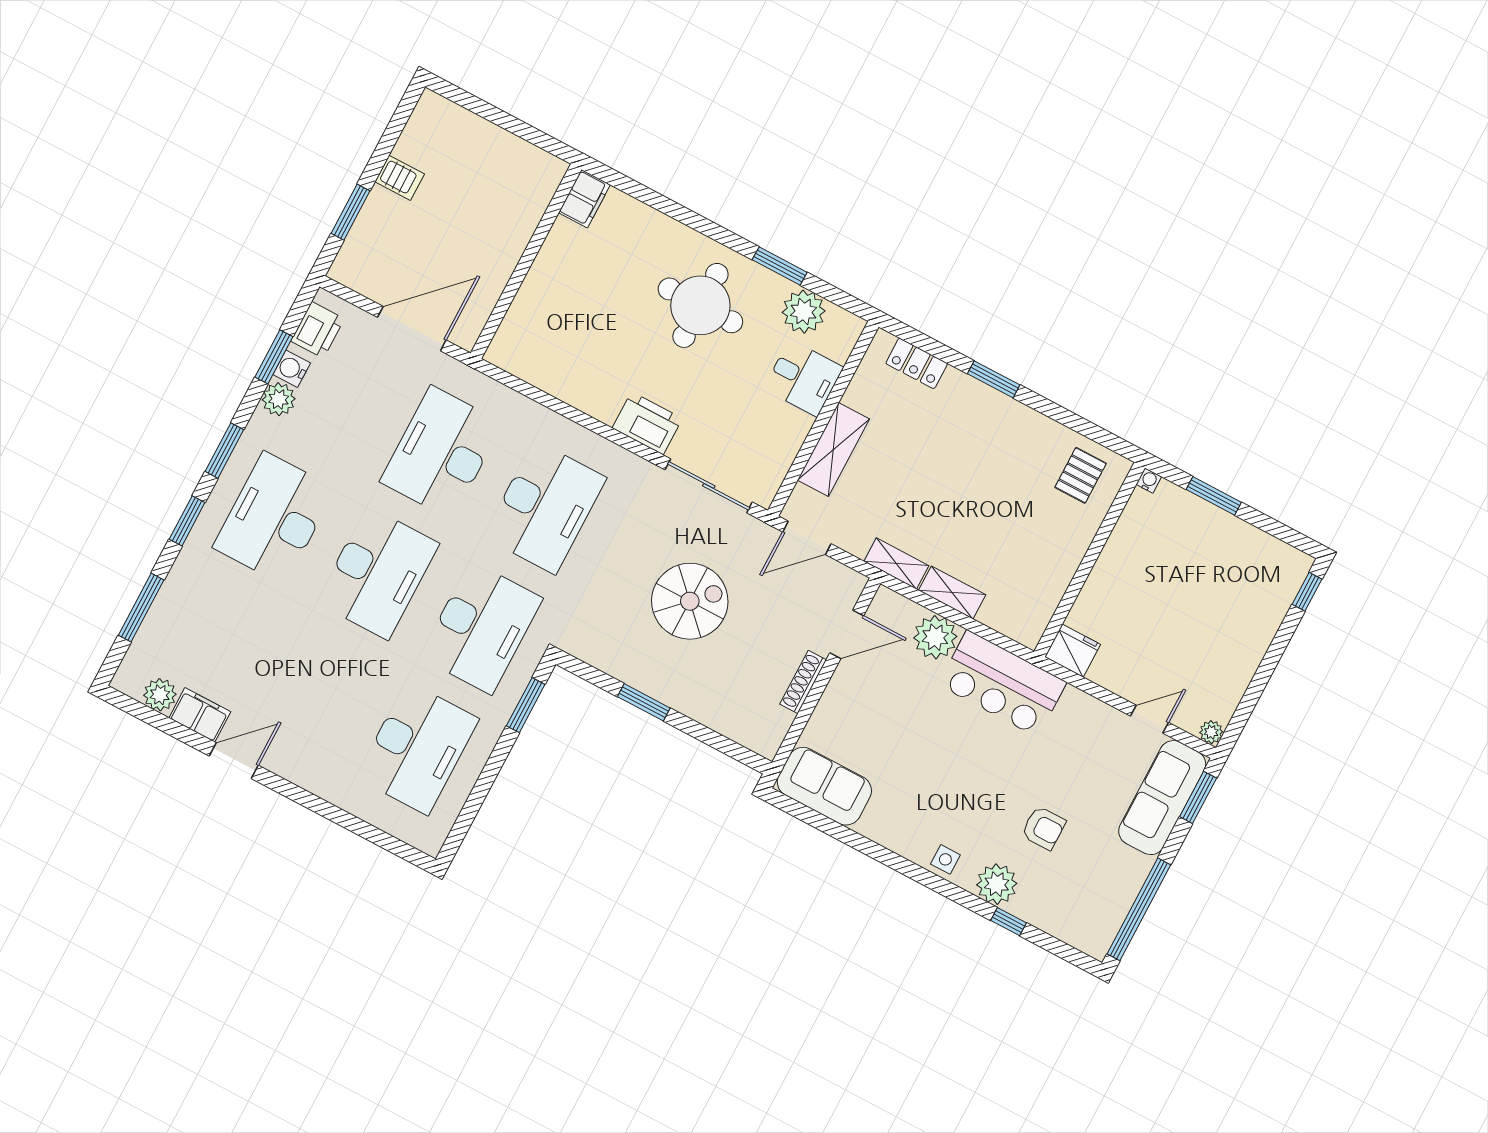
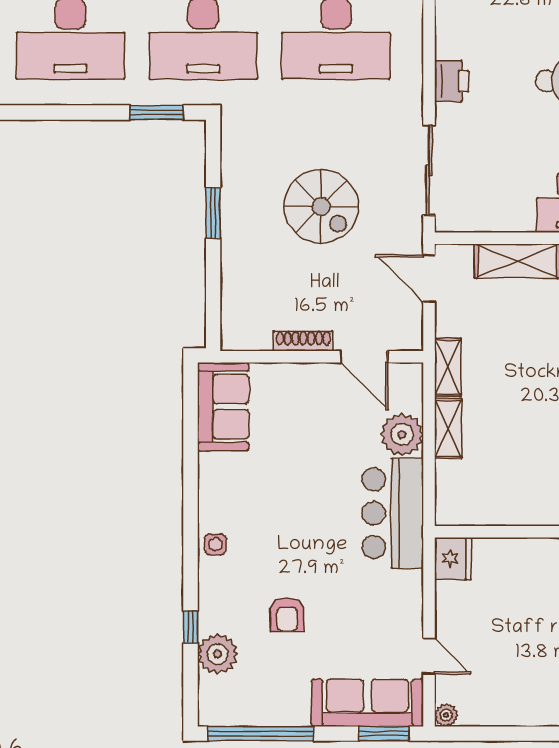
printer: (647, 423) -> (452, 81), width x0.73, depth x0.84
plant: (997, 884) -> (217, 654), moved

